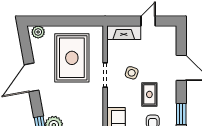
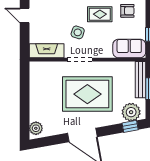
fireplace: (124, 33) -> (47, 51), moved, turned -90
rug: (72, 58) -> (87, 94), moved

